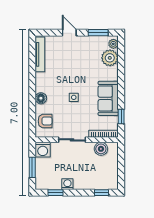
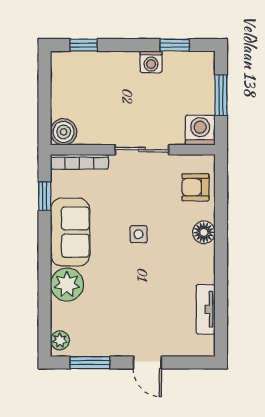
tv unit: (40, 54) -> (206, 309), width x0.71
plant: (110, 58) -> (67, 285), moved
boiler: (101, 149) -> (64, 132), moved

